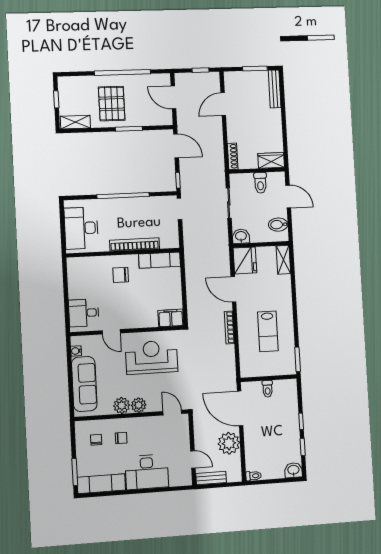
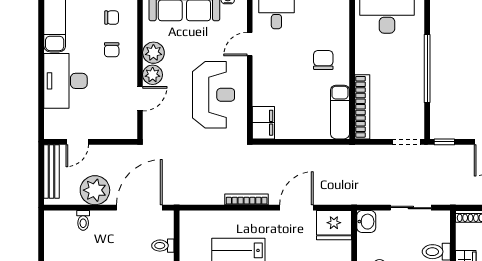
bookcase: (135, 244) -> (362, 107), moved
door: (172, 413) -> (140, 99), moved
toilet: (253, 476) -> (83, 220), moved
bench: (211, 478) -> (51, 171), width x1.36

